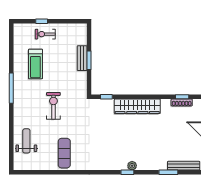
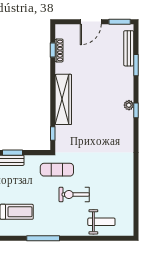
exercise bike: (53, 106) -> (74, 194), moved
weight bench: (26, 141) -> (101, 222), turned 180
exercise mat: (64, 153) -> (57, 170), moved

